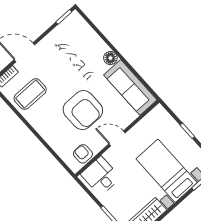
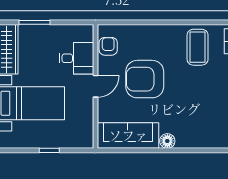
armchair: (83, 154) -> (108, 46), turned -90
desk: (101, 176) -> (76, 58), moved

